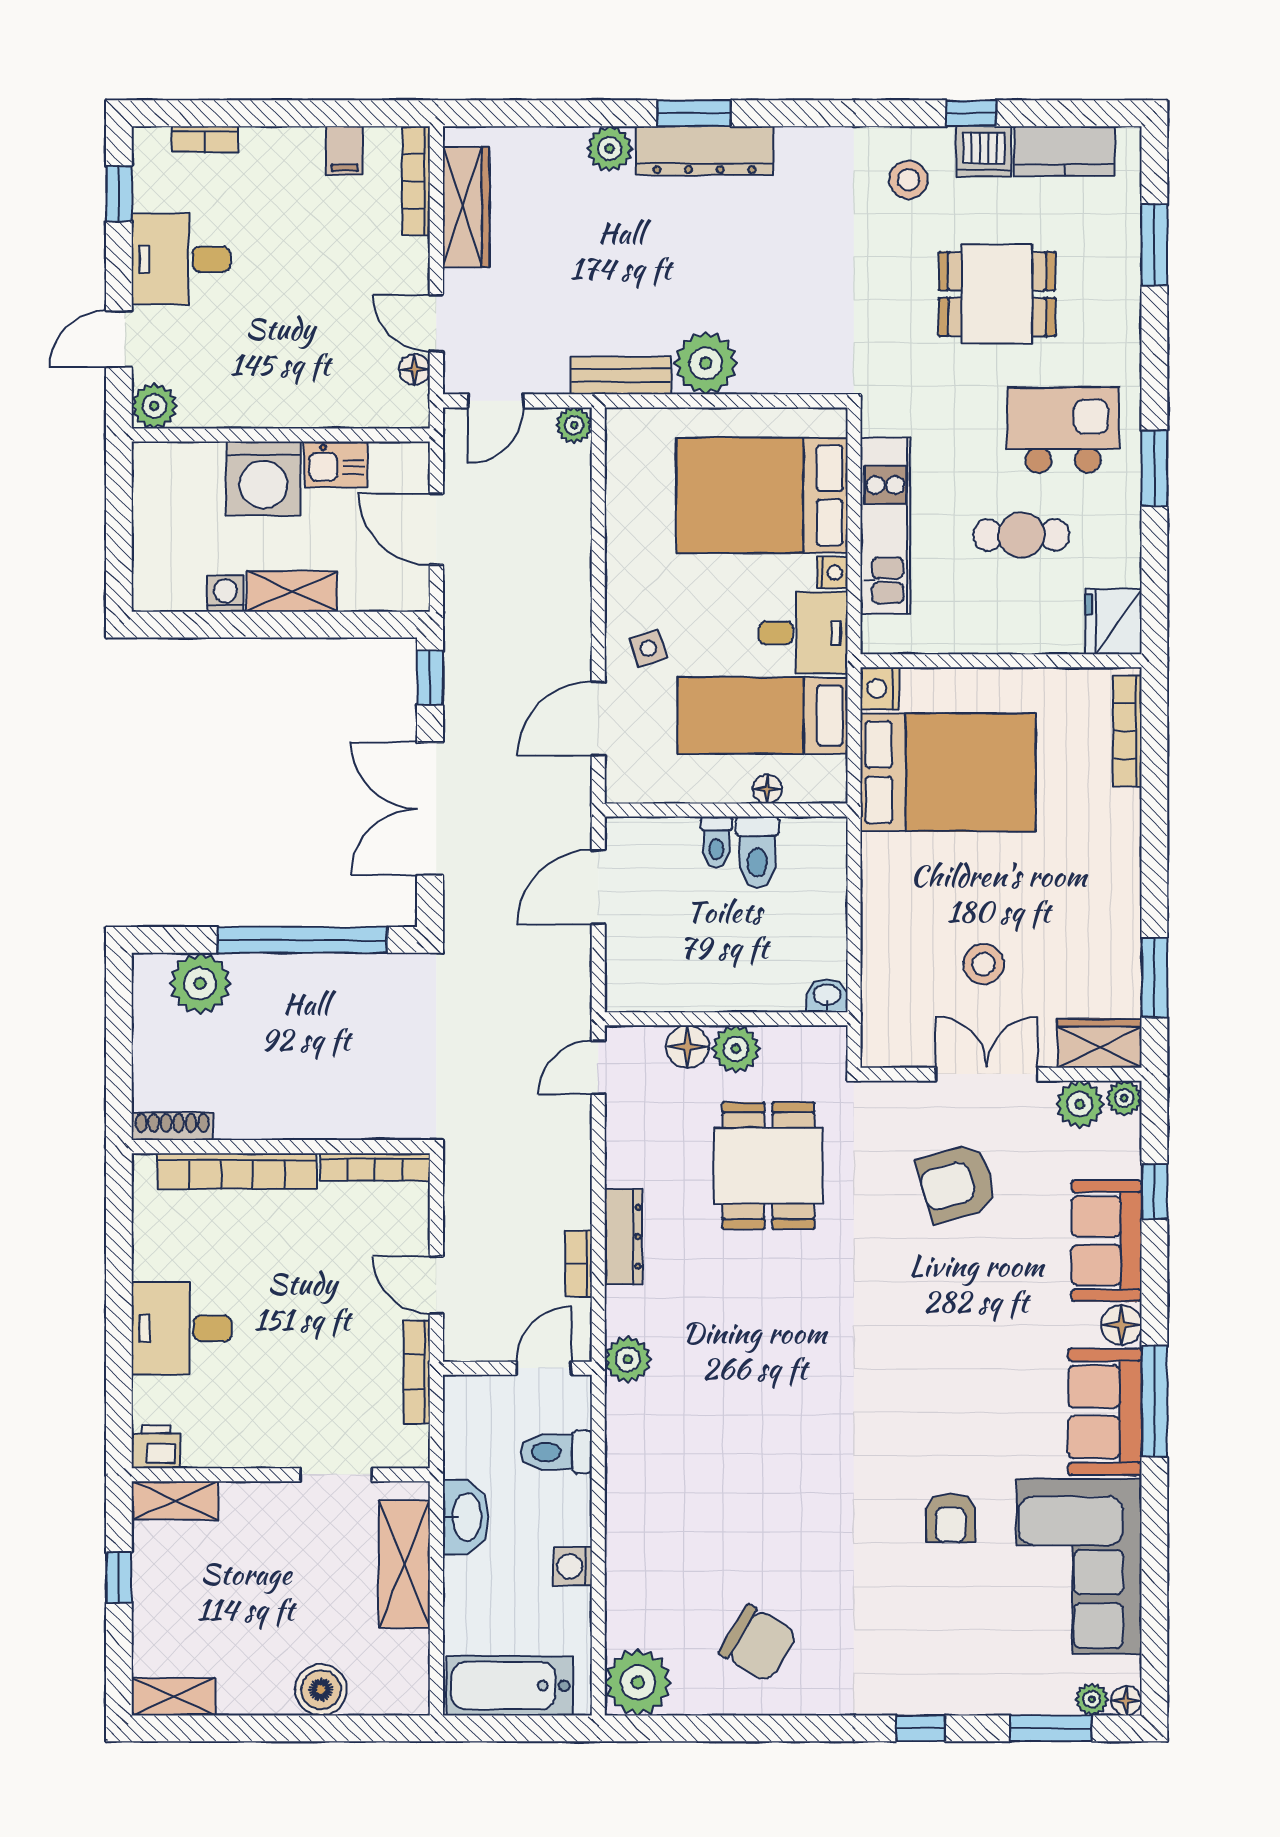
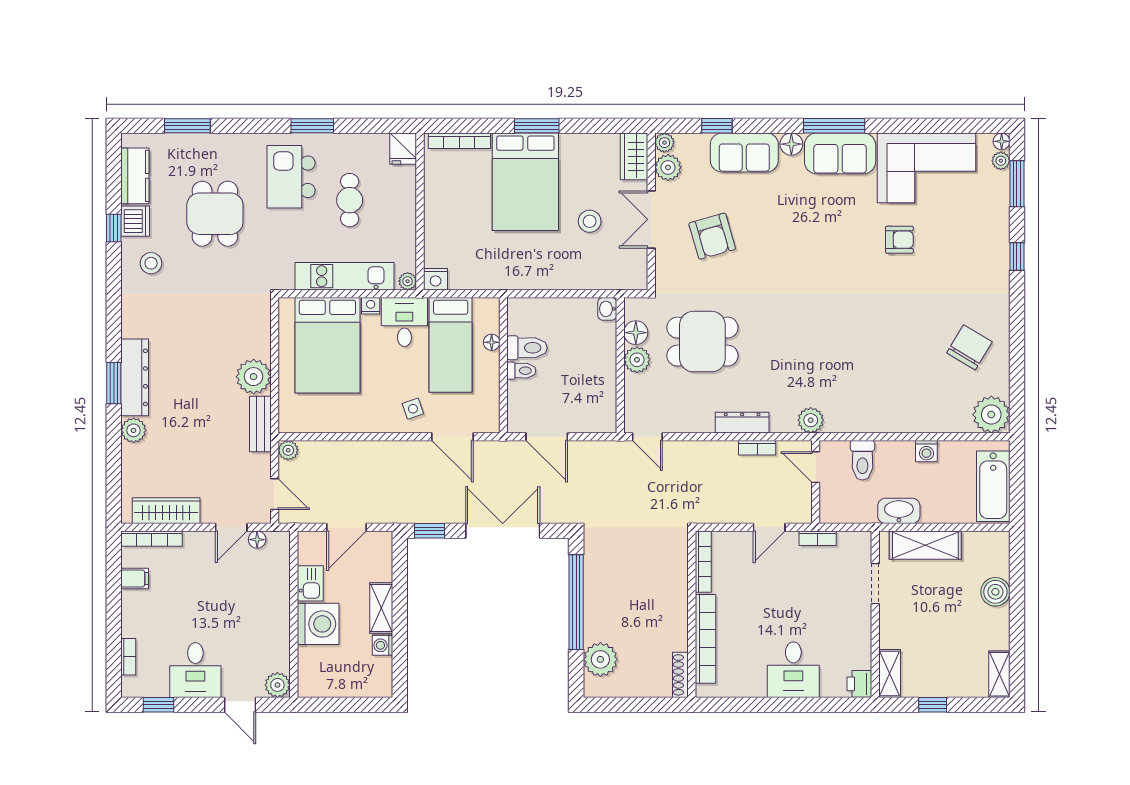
fridge: (1113, 622) -> (403, 149), width x0.72
plant: (876, 639) -> (408, 281), added
bed: (948, 772) -> (525, 182), moved, turned 180
double door: (430, 809) -> (503, 531), swing flipped
window: (1154, 977) -> (537, 126), moved
floor lamp: (687, 1047) -> (636, 333), moved
bookcase: (417, 1372) -> (818, 538), width x0.64

